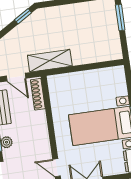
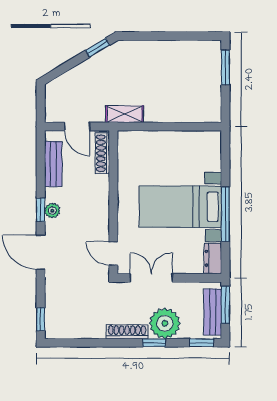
shelving: (50, 61) -> (125, 114), width x0.67, depth x0.75

